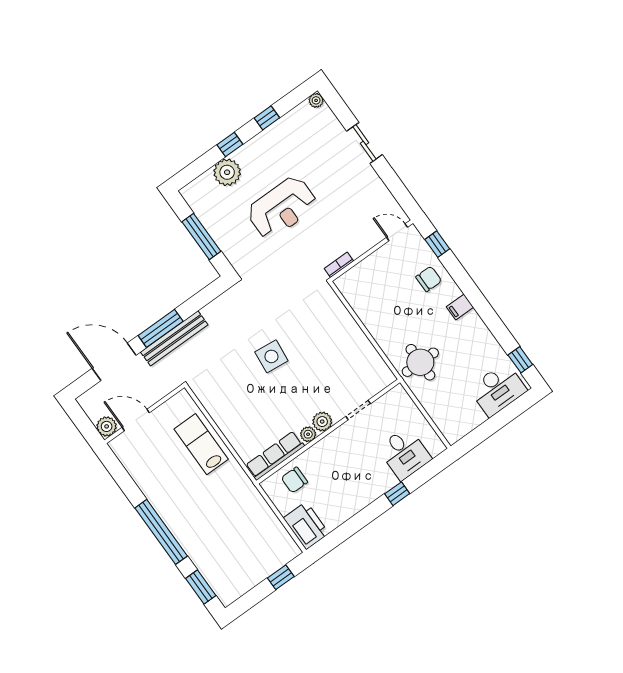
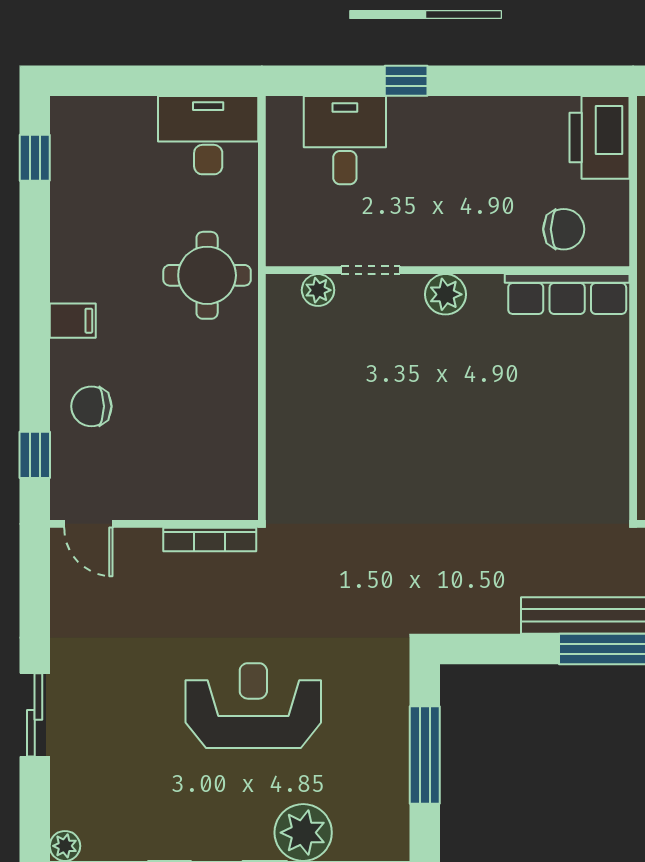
bookcase: (339, 265) -> (210, 540), width x1.56
side table: (271, 356) -> (452, 466), removed
desk: (498, 389) -> (208, 135), moved
plant: (308, 434) -> (318, 290), moved

